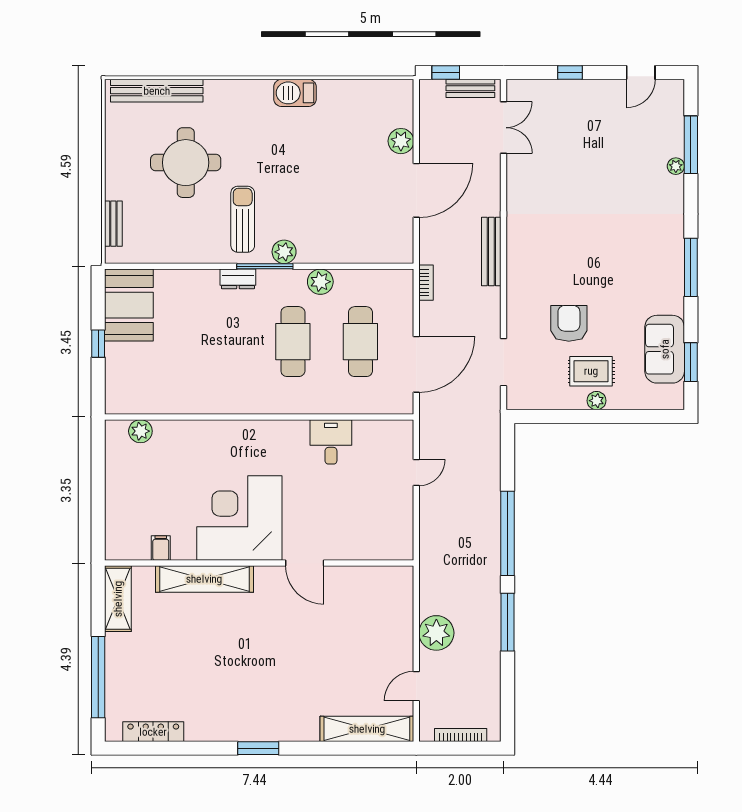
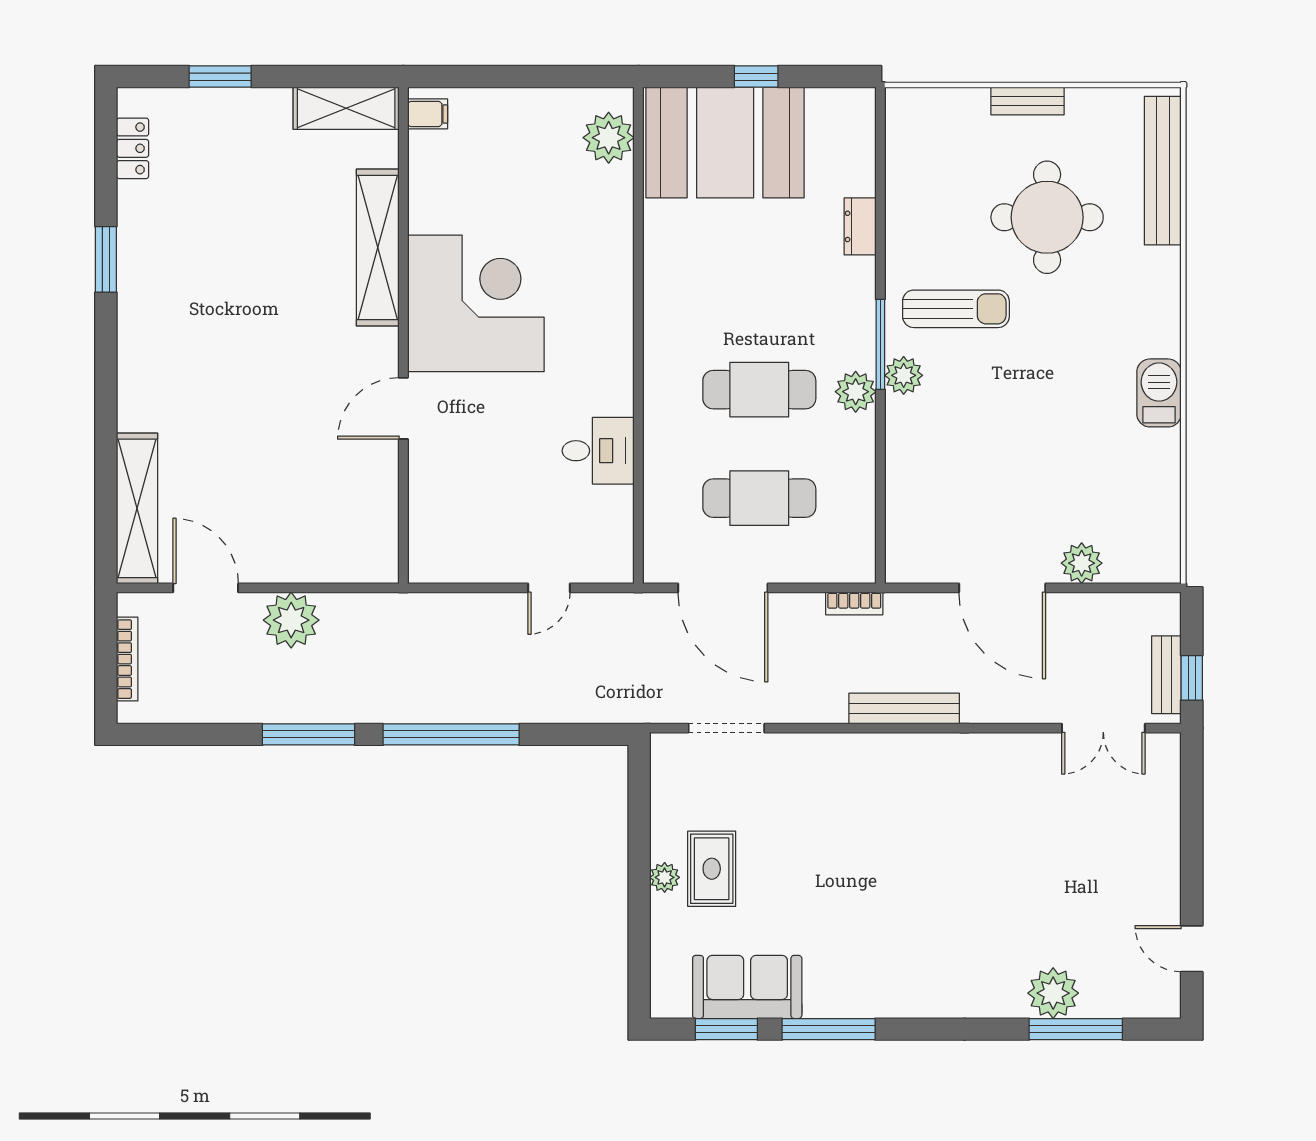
window: (446, 73) -> (1192, 678), moved
window: (570, 73) -> (1192, 835), removed
plant: (676, 166) -> (1053, 993), width x1.88, depth x1.88
bench: (113, 224) -> (1027, 101), moved
window: (691, 267) -> (829, 1029), moved
dresser: (238, 279) -> (860, 226), moved
plant: (320, 282) -> (856, 392), moved
booth: (129, 305) -> (725, 143), moved, width x1.36, depth x1.42
armchair: (569, 323) -> (789, 833), removed
plant: (140, 431) -> (609, 138), width x1.36, depth x1.36
door: (416, 472) -> (549, 588), hinge flipped
filing cabinet: (161, 548) -> (428, 114), moved
window: (98, 677) -> (220, 77), width x0.47
door: (416, 686) -> (206, 588), width x1.38
locker: (153, 732) -> (133, 148), width x0.66
window: (258, 748) -> (106, 259), moved

